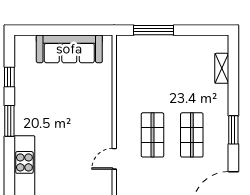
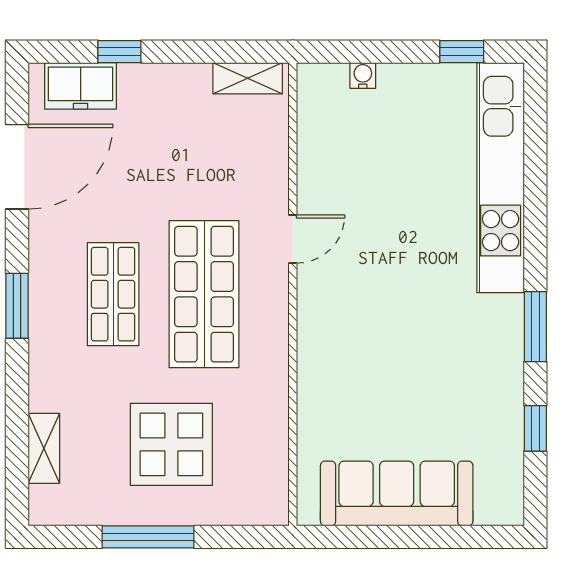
window: (154, 30) -> (148, 537), moved
display table: (167, 70) -> (171, 444), added
shop shelf: (153, 135) -> (204, 294), width x1.43, depth x1.36

